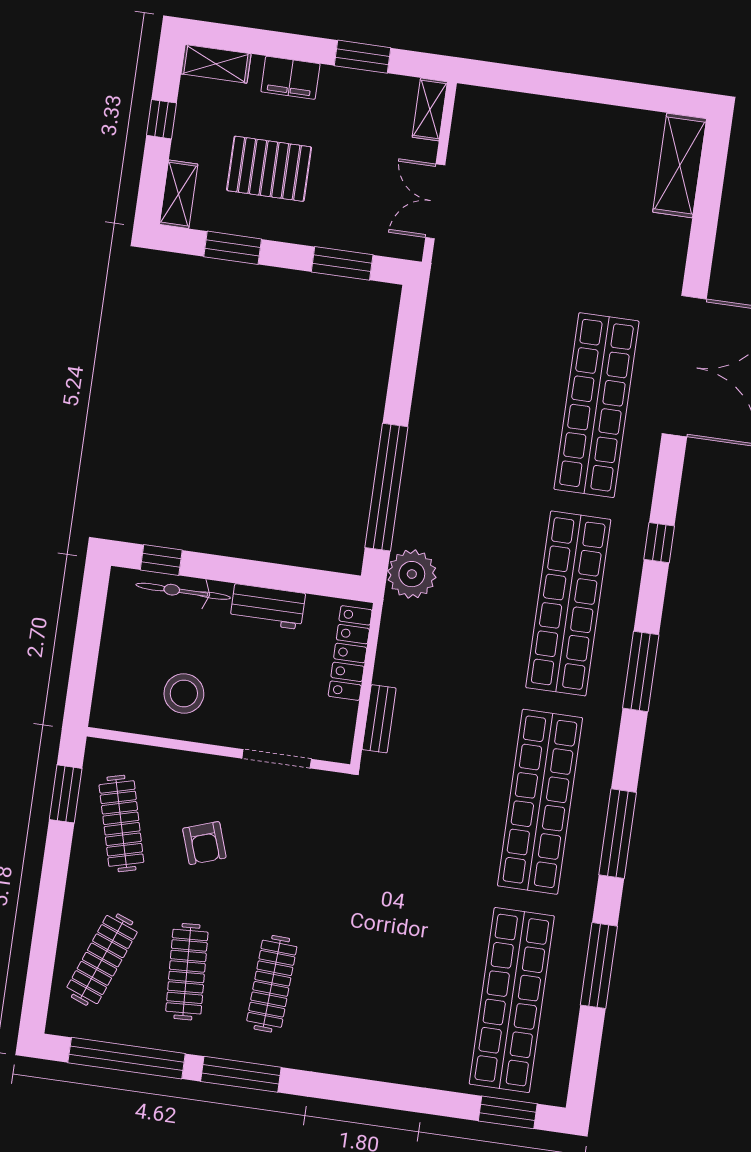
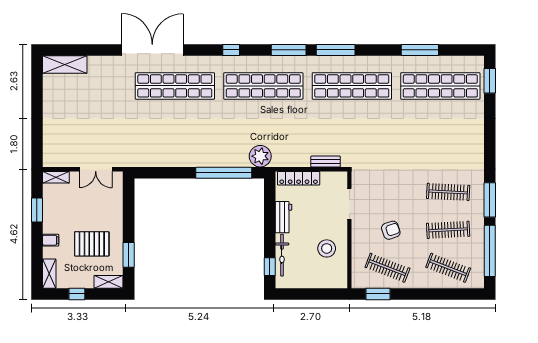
filing cabinet: (290, 78) -> (51, 240), width x0.50
pallet: (269, 169) -> (92, 244), turned 90
window: (342, 263) -> (129, 206), removed
clothes rail: (121, 824) -> (387, 268), turned 36
window: (618, 834) -> (336, 50), moved

